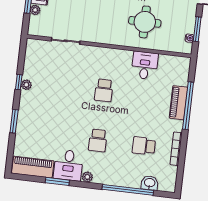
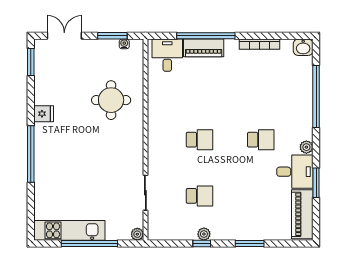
plant: (35, 10) -> (137, 234), moved
desk: (145, 65) -> (167, 55), moved, turned 90
school desk: (144, 146) -> (199, 196), moved, turned -90
washbasin: (150, 183) -> (303, 47), moved, turned -90

